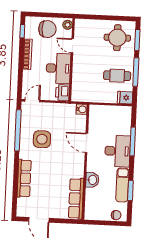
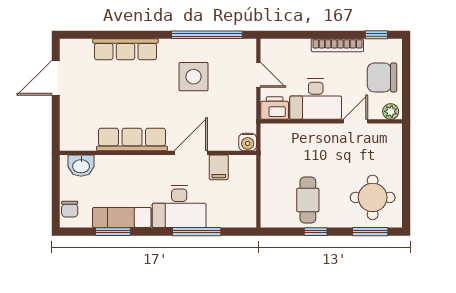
chair: (47, 29) -> (382, 77), turned 90
window: (136, 72) -> (316, 232), width x0.46
fridge: (125, 98) -> (271, 215), removed
door: (32, 101) -> (258, 75), moved
filing cabinet: (96, 127) -> (219, 167), added
washbasin: (92, 180) -> (81, 166), moved
row of seats: (76, 199) -> (132, 139), moved

